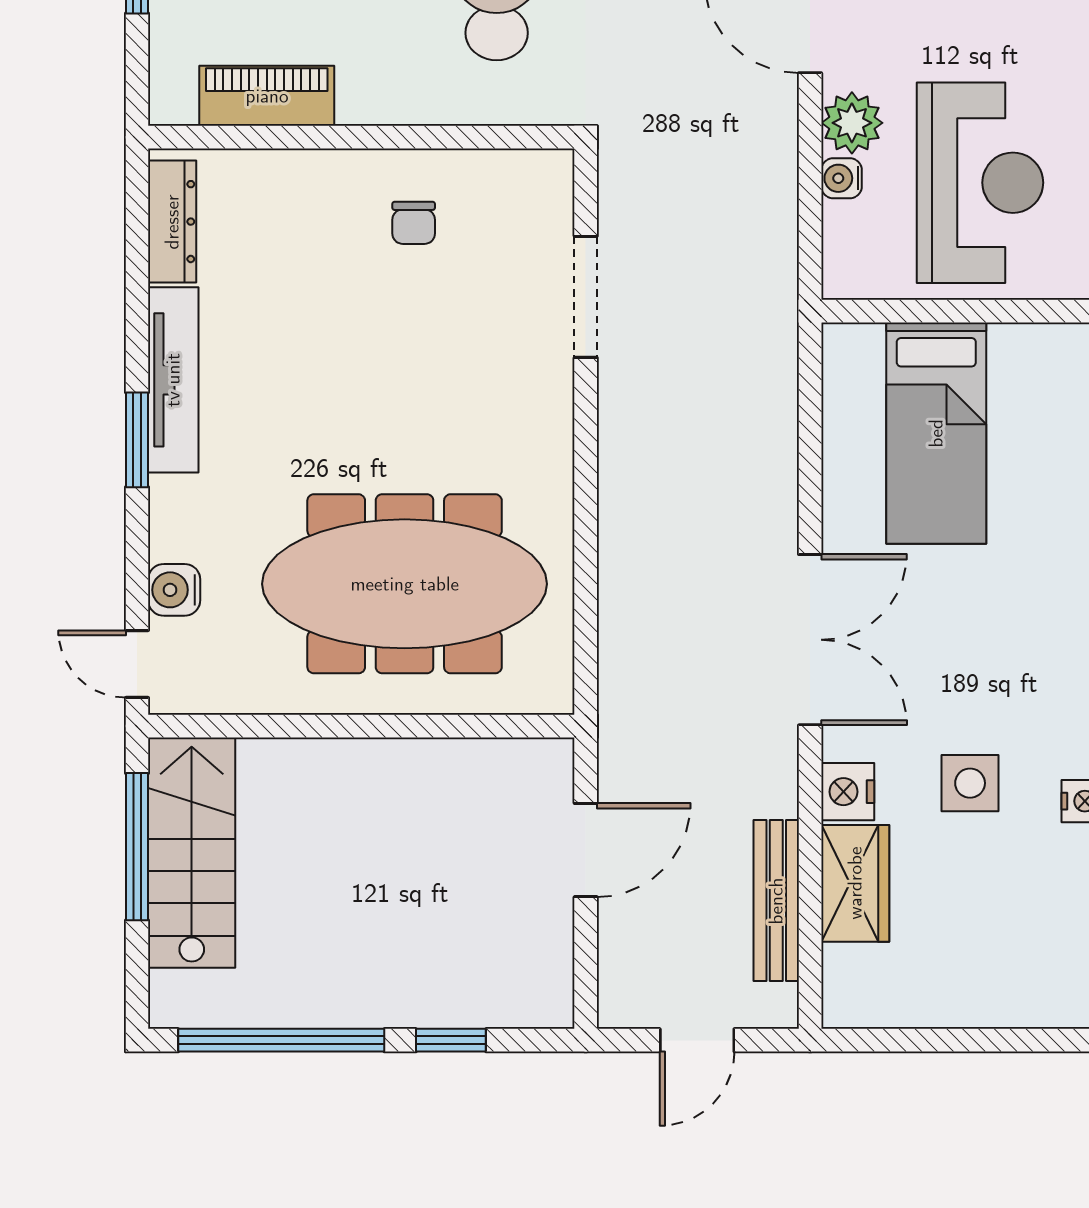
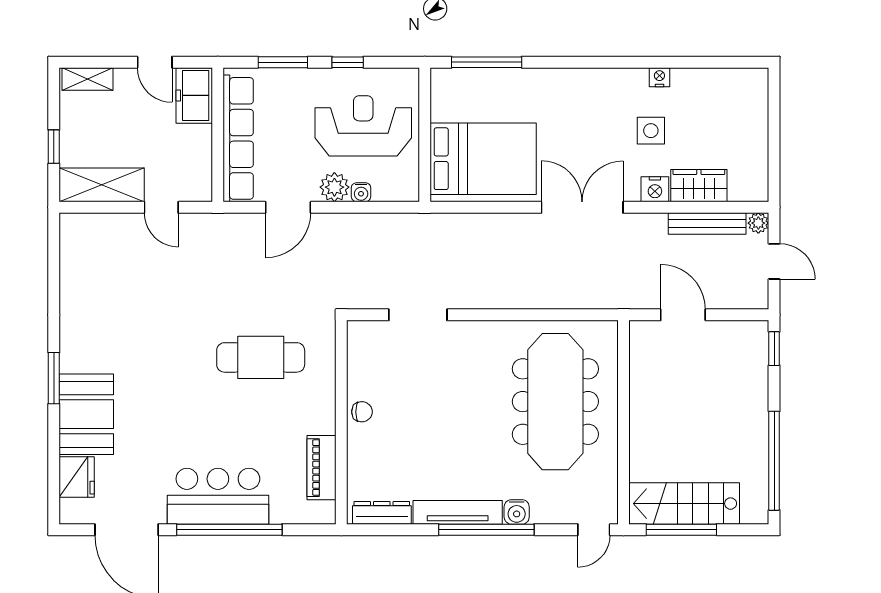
chair: (414, 223) -> (362, 412), moved
bed: (936, 433) -> (483, 159), width x1.50
window: (137, 440) -> (486, 530), width x2.11
water cooler: (174, 590) -> (517, 512), moved
plant: (777, 1007) -> (758, 223), added
window: (451, 1040) -> (774, 349), moved

